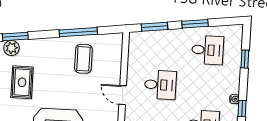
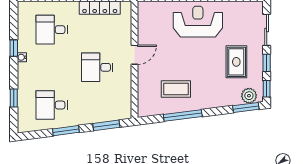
coffee table: (83, 59) -> (176, 89), turned 90
door: (123, 95) -> (135, 55), hinge flipped

